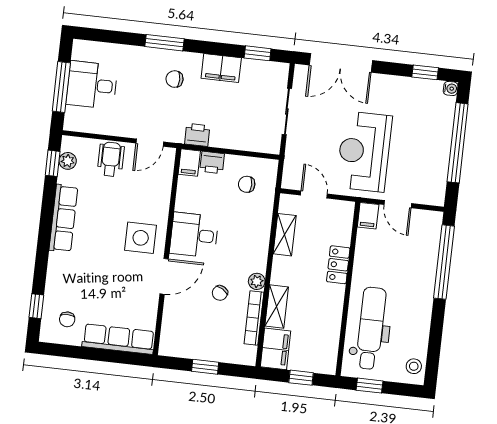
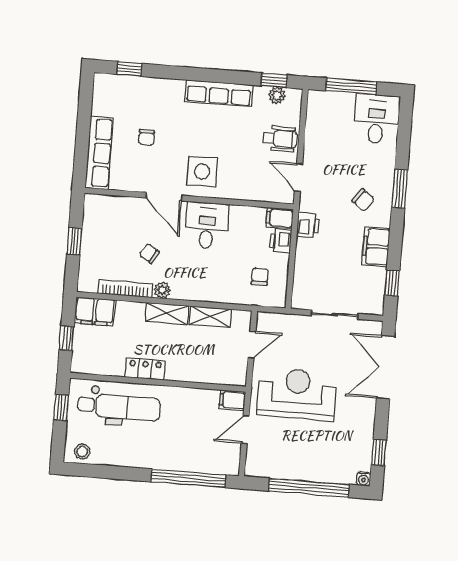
chair: (174, 79) -> (363, 200), turned 127
desk: (92, 85) -> (376, 119), moved
locker: (338, 265) -> (145, 369), moved
shelving: (277, 307) -> (167, 313), moved
chair: (67, 319) -> (146, 137), moved, turned -90

